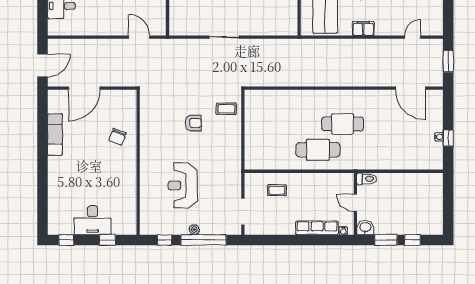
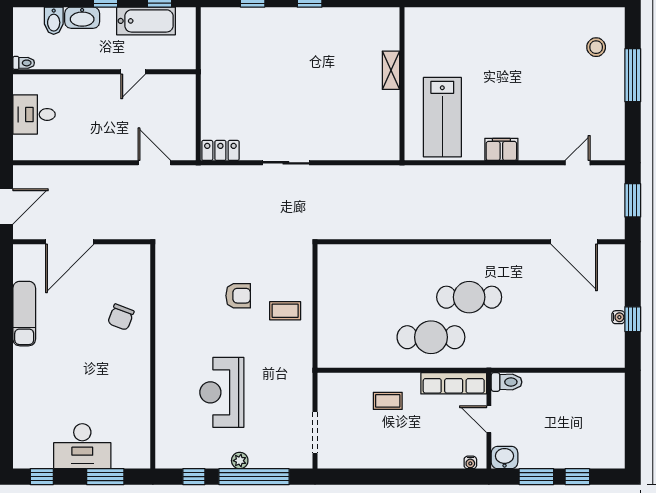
locker: (182, 29) -> (220, 150), added
coffee table: (226, 109) -> (285, 311), moved
coffee table: (277, 190) -> (388, 401), moved
row of seats: (317, 228) -> (454, 383), moved, turned 180
window: (107, 240) -> (105, 477), width x1.50

